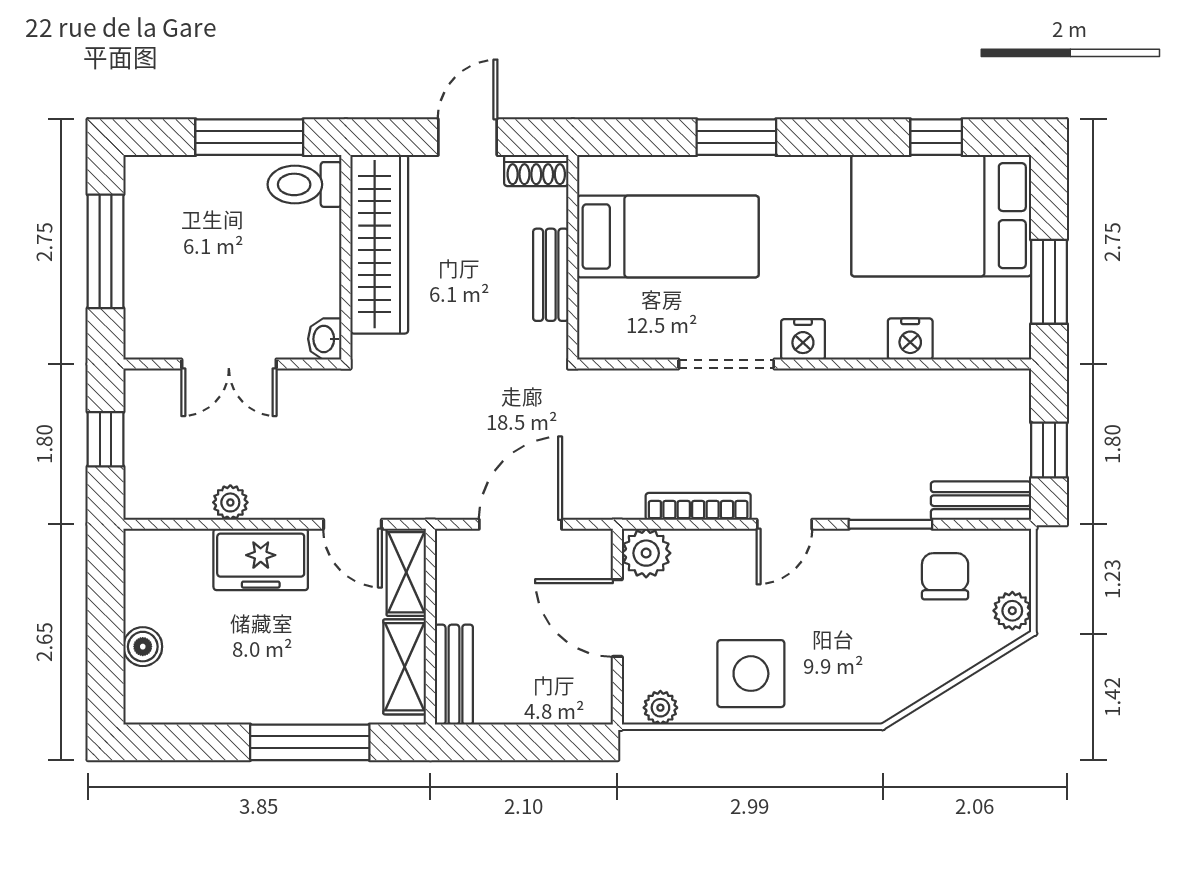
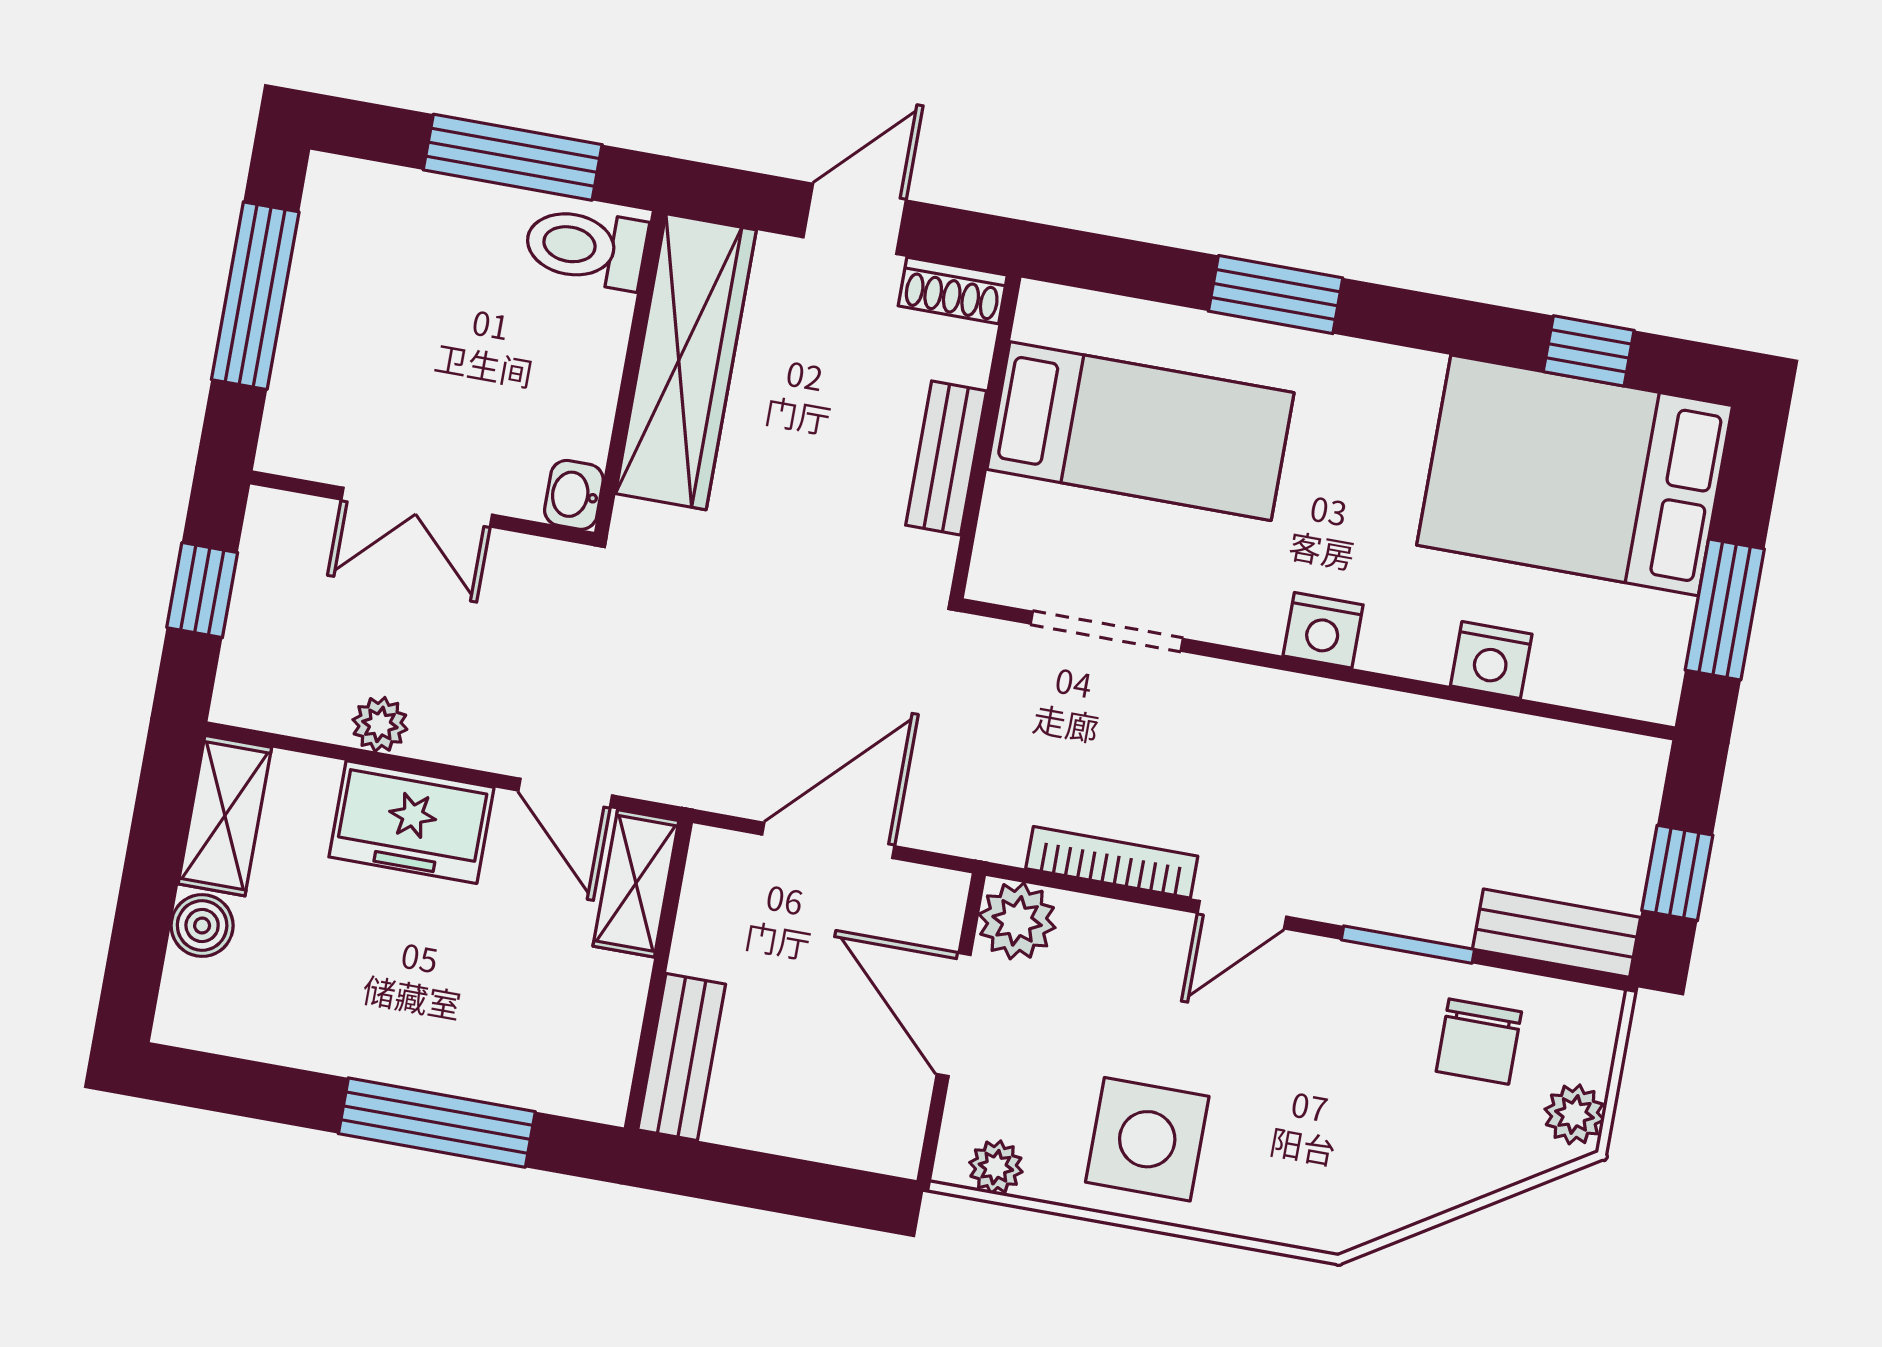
doorway: (726, 364) -> (1107, 631), moved
chair: (945, 576) -> (1479, 1042), turned 180
shelving: (405, 667) -> (225, 816), moved

